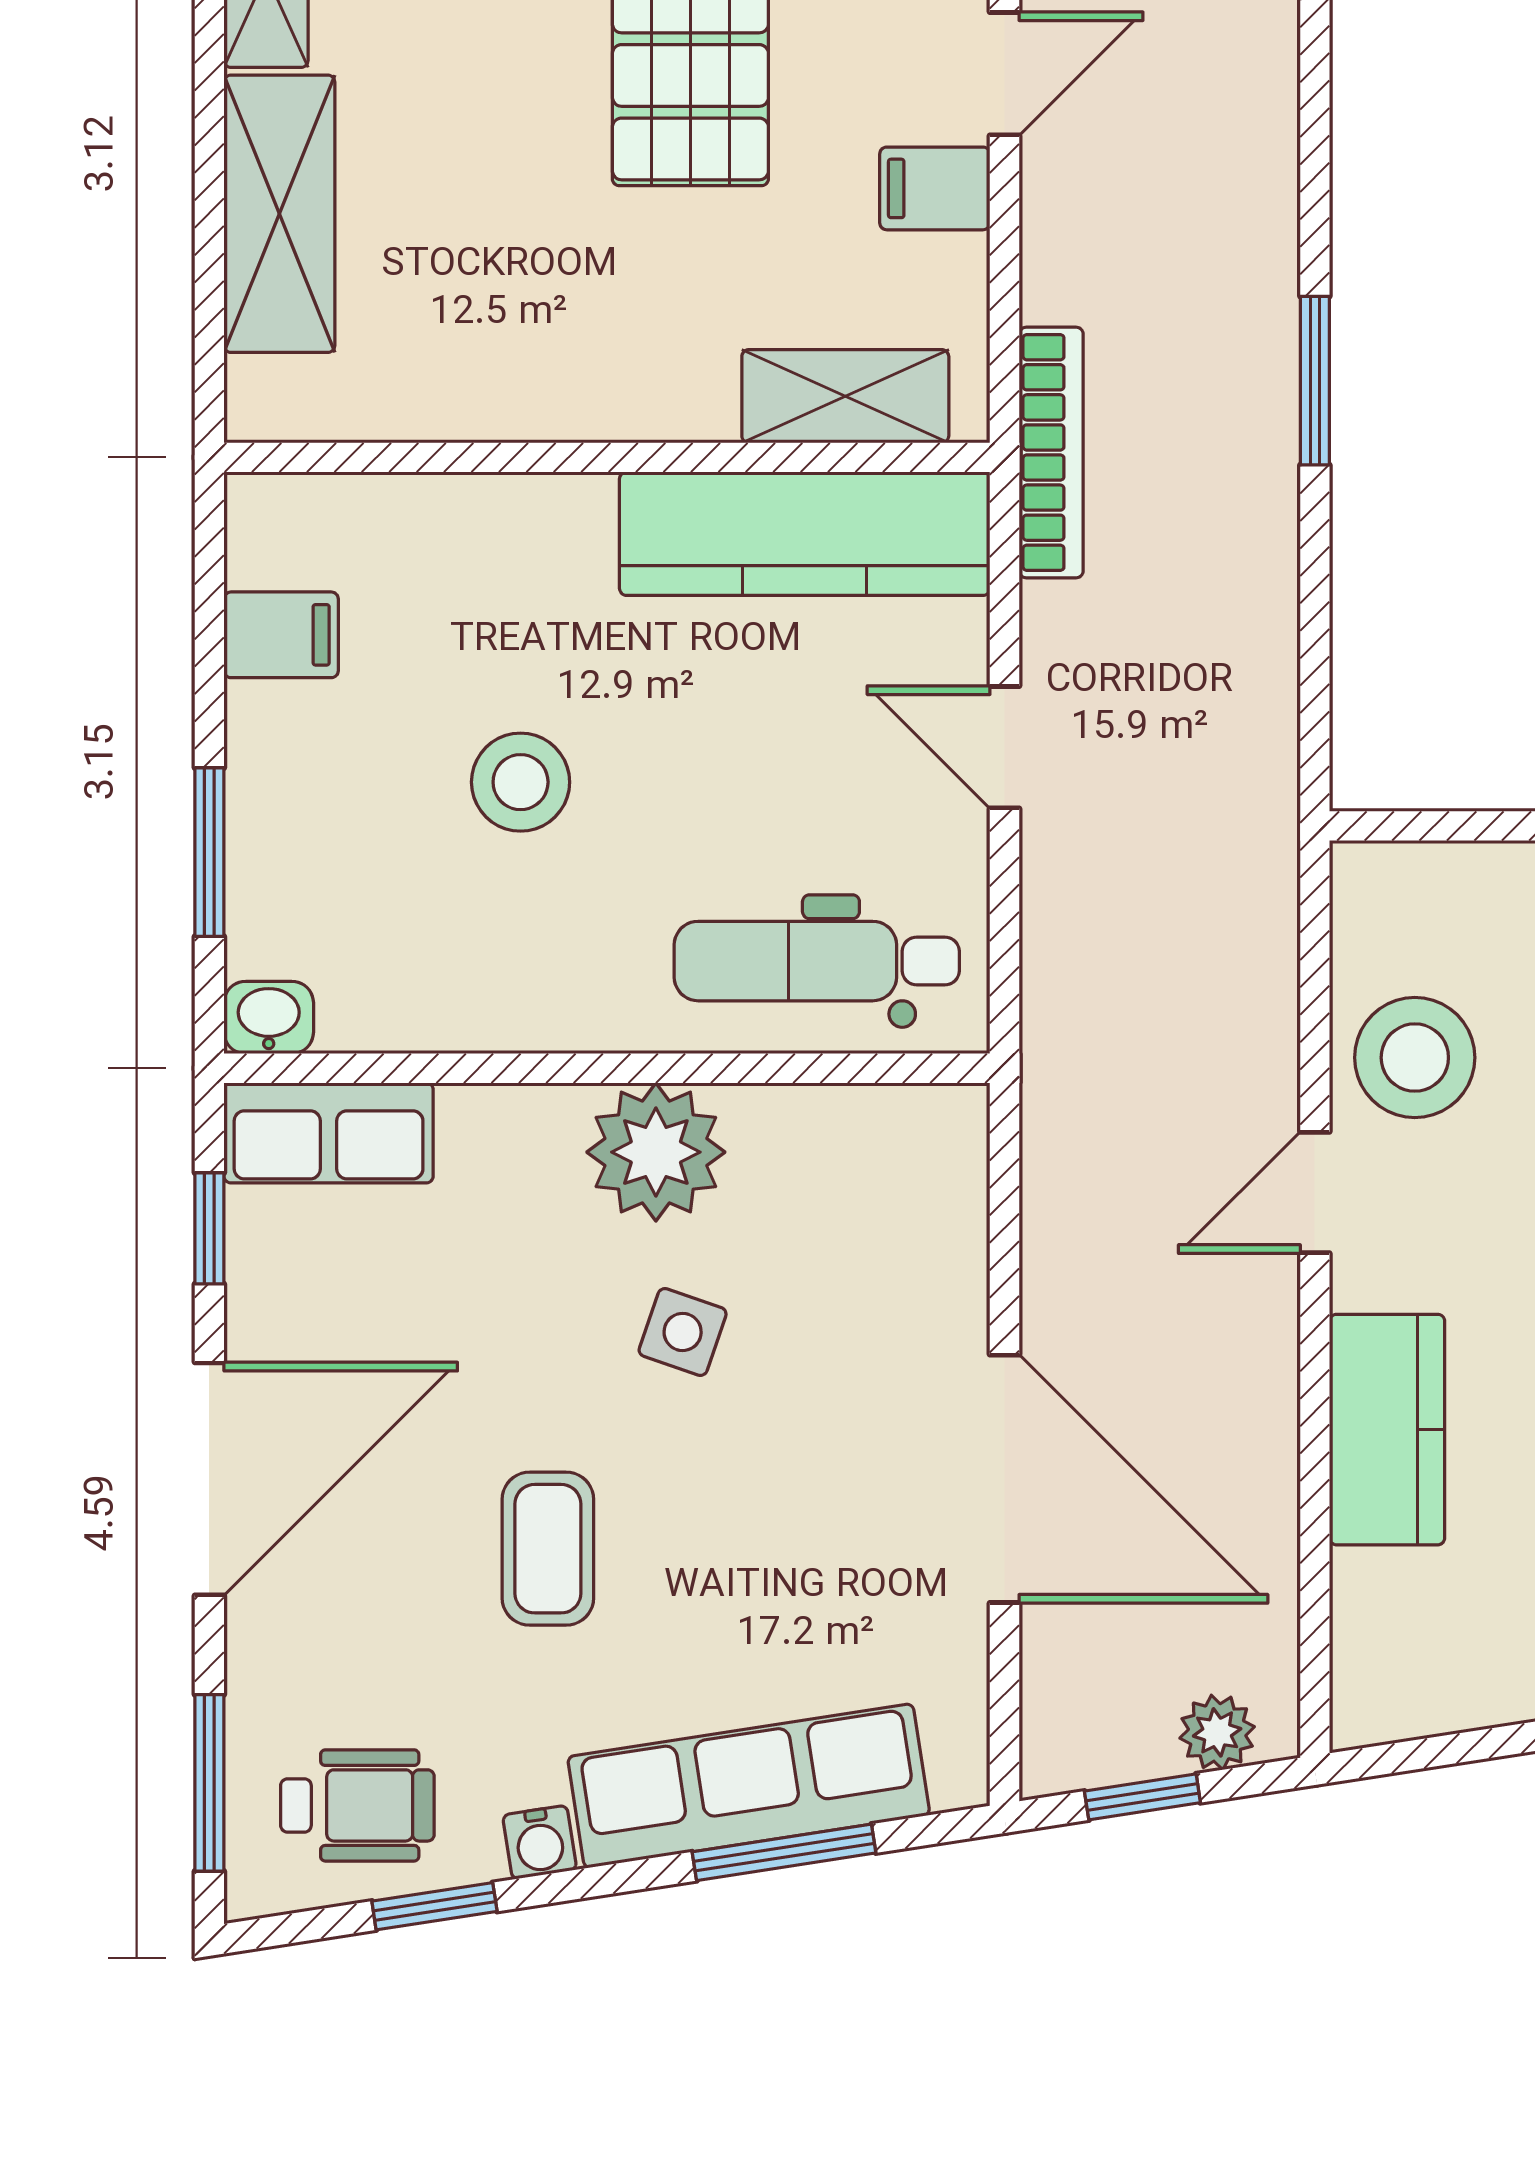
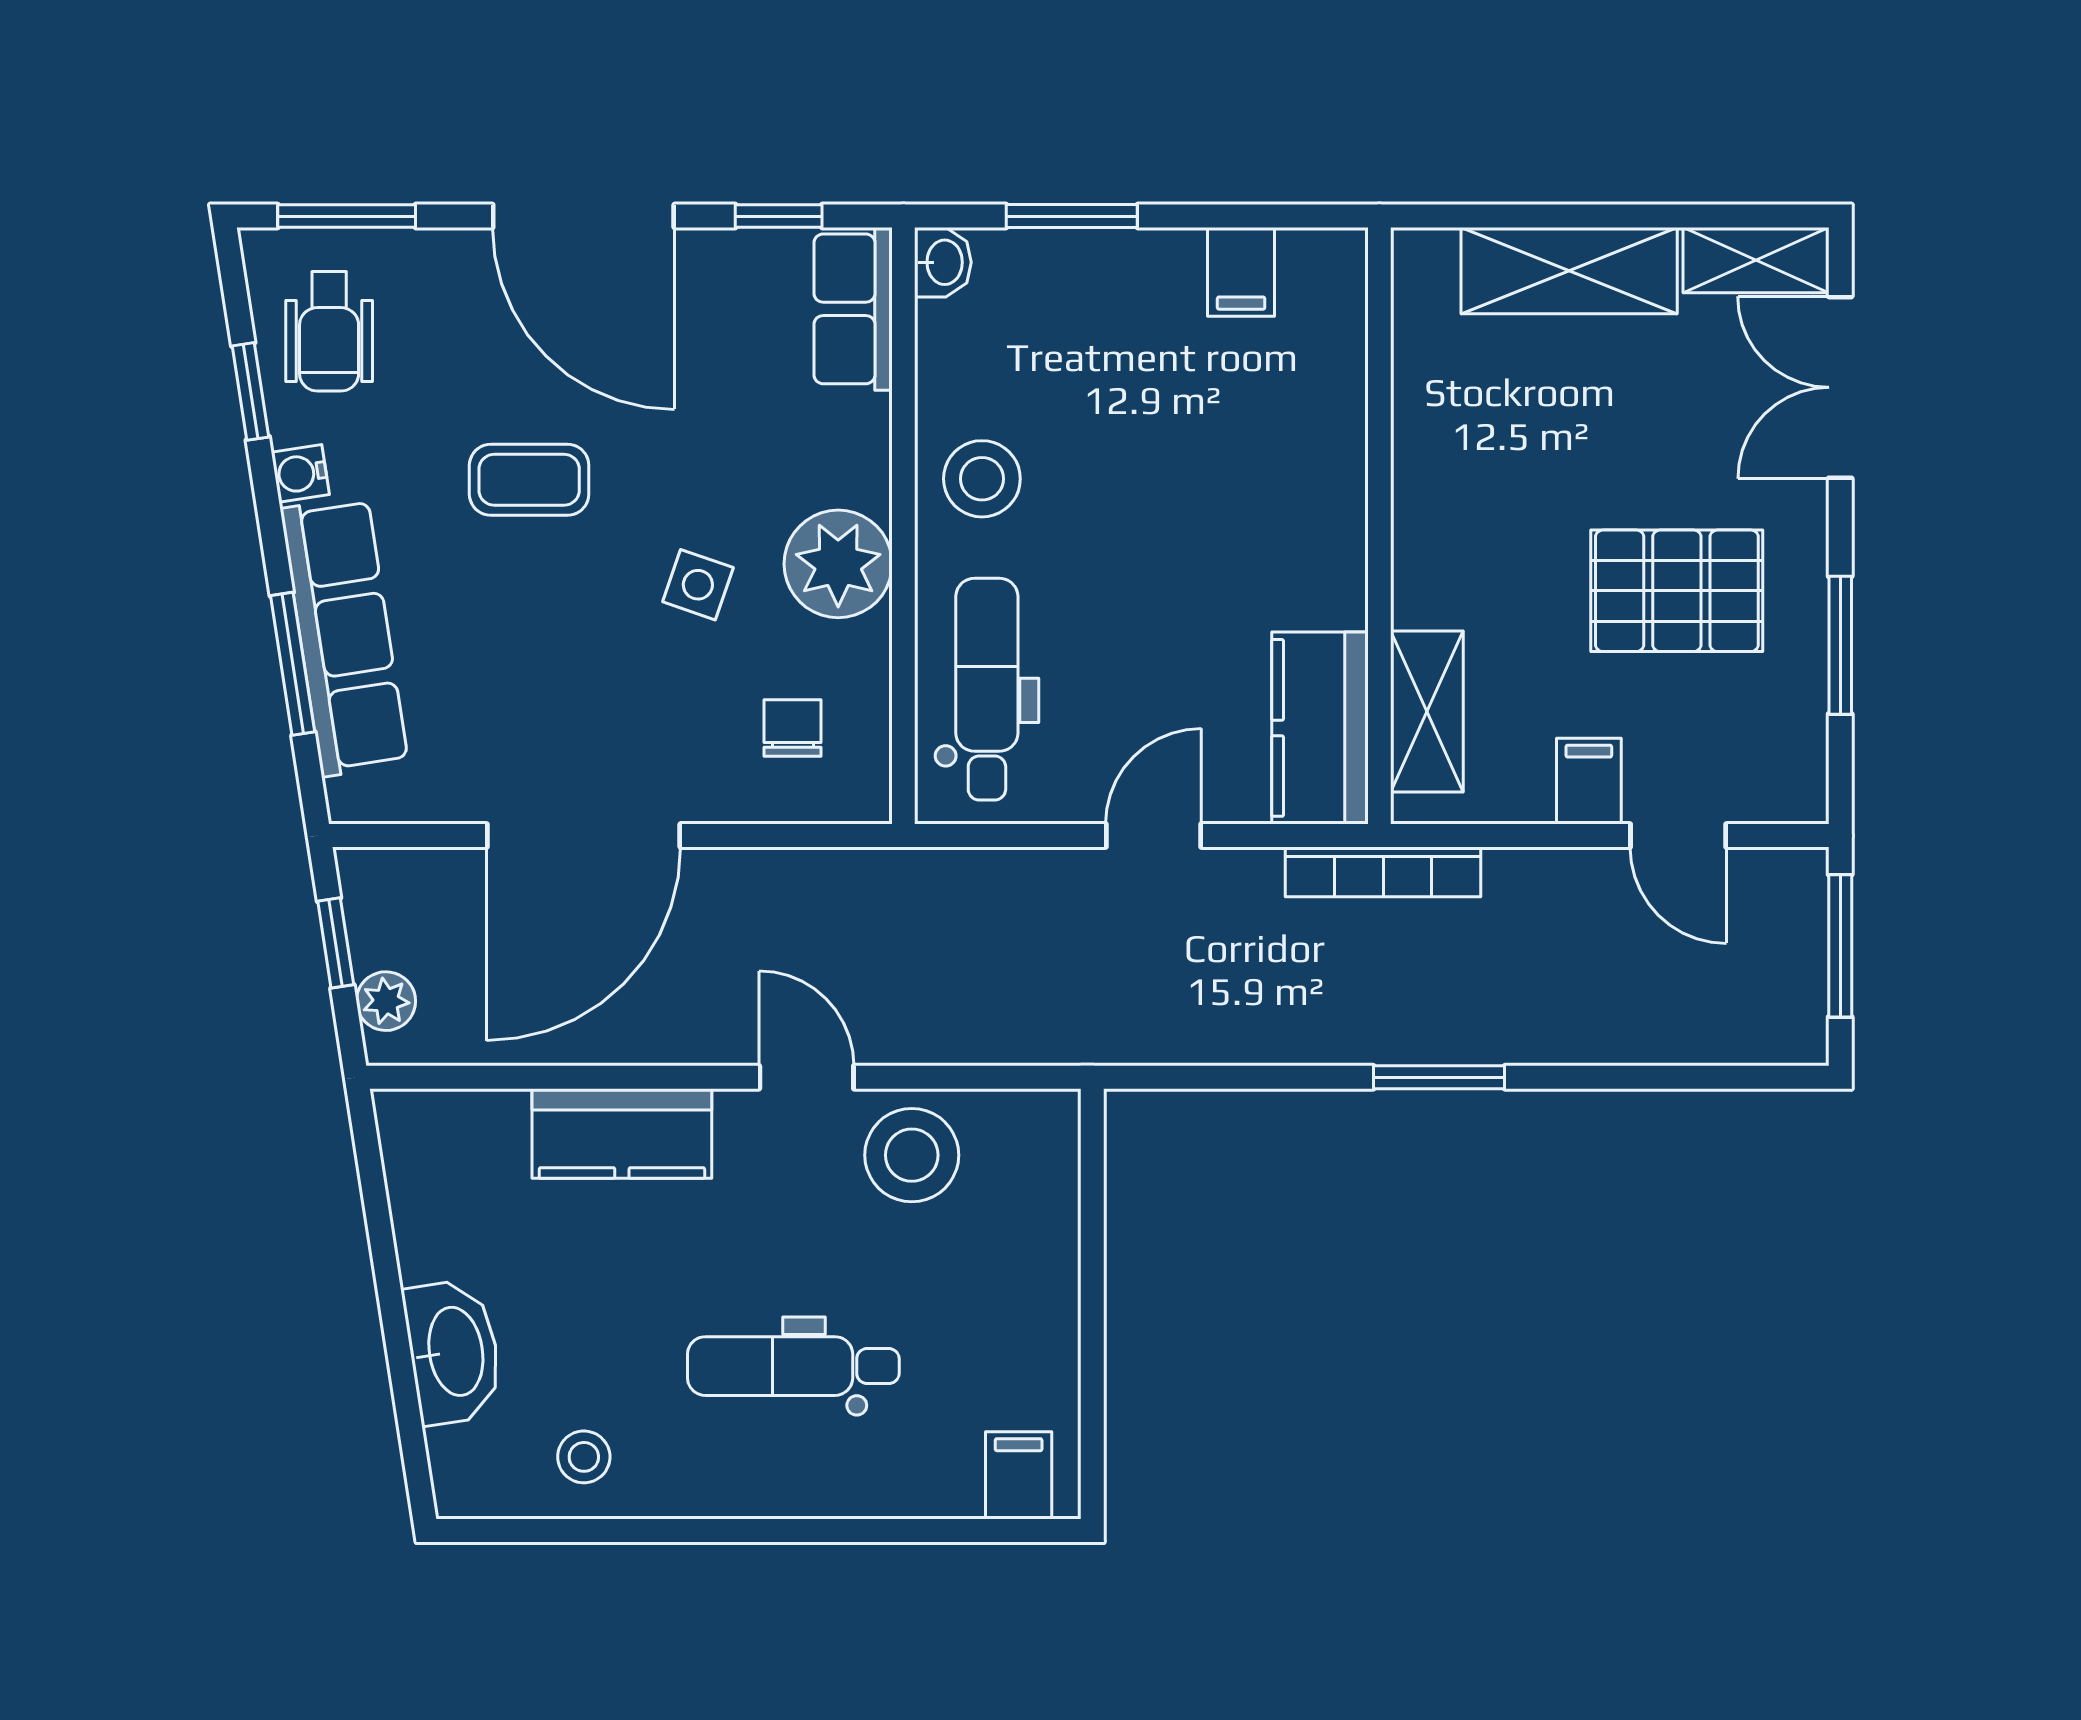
kitchen counter: (805, 534) -> (1320, 728), width x0.67
stool: (521, 782) -> (982, 479), moved
chair: (866, 1211) -> (793, 728), added

